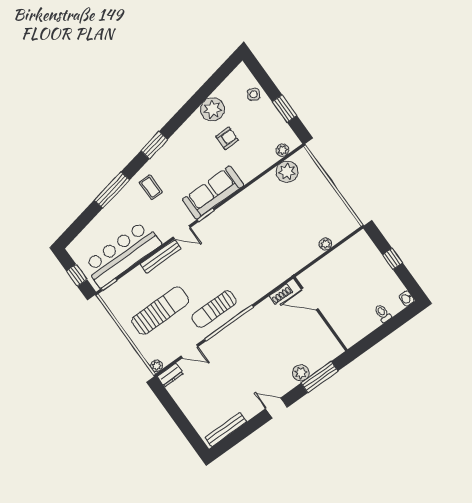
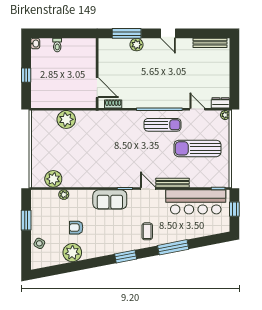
plant: (282, 150) -> (64, 195), moved
sofa: (213, 192) -> (110, 199), width x0.73
plant: (326, 244) -> (66, 119), width x1.88, depth x1.88

